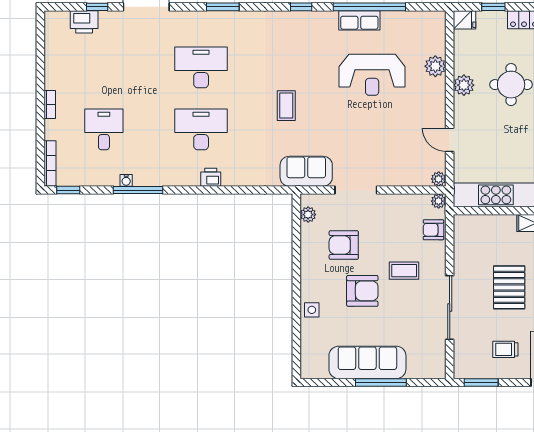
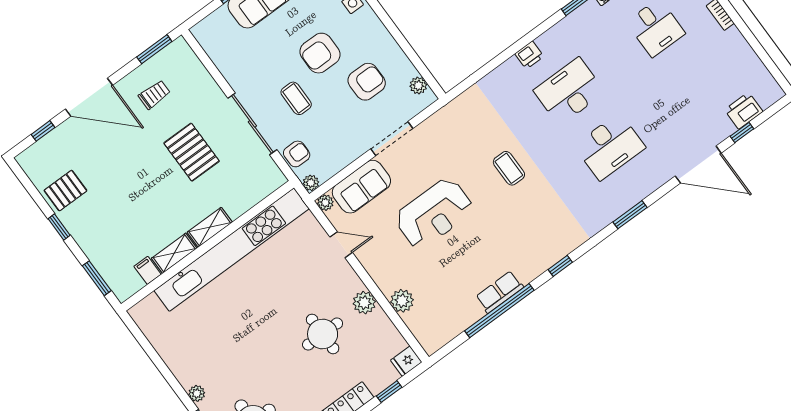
reception desk: (372, 75) -> (434, 213), moved, turned 180
desk: (201, 129) -> (569, 91), turned 180
sofa: (306, 171) -> (361, 187), moved
coffee table: (404, 271) -> (296, 98), turned 90
sliding door: (450, 308) -> (252, 124), moved

